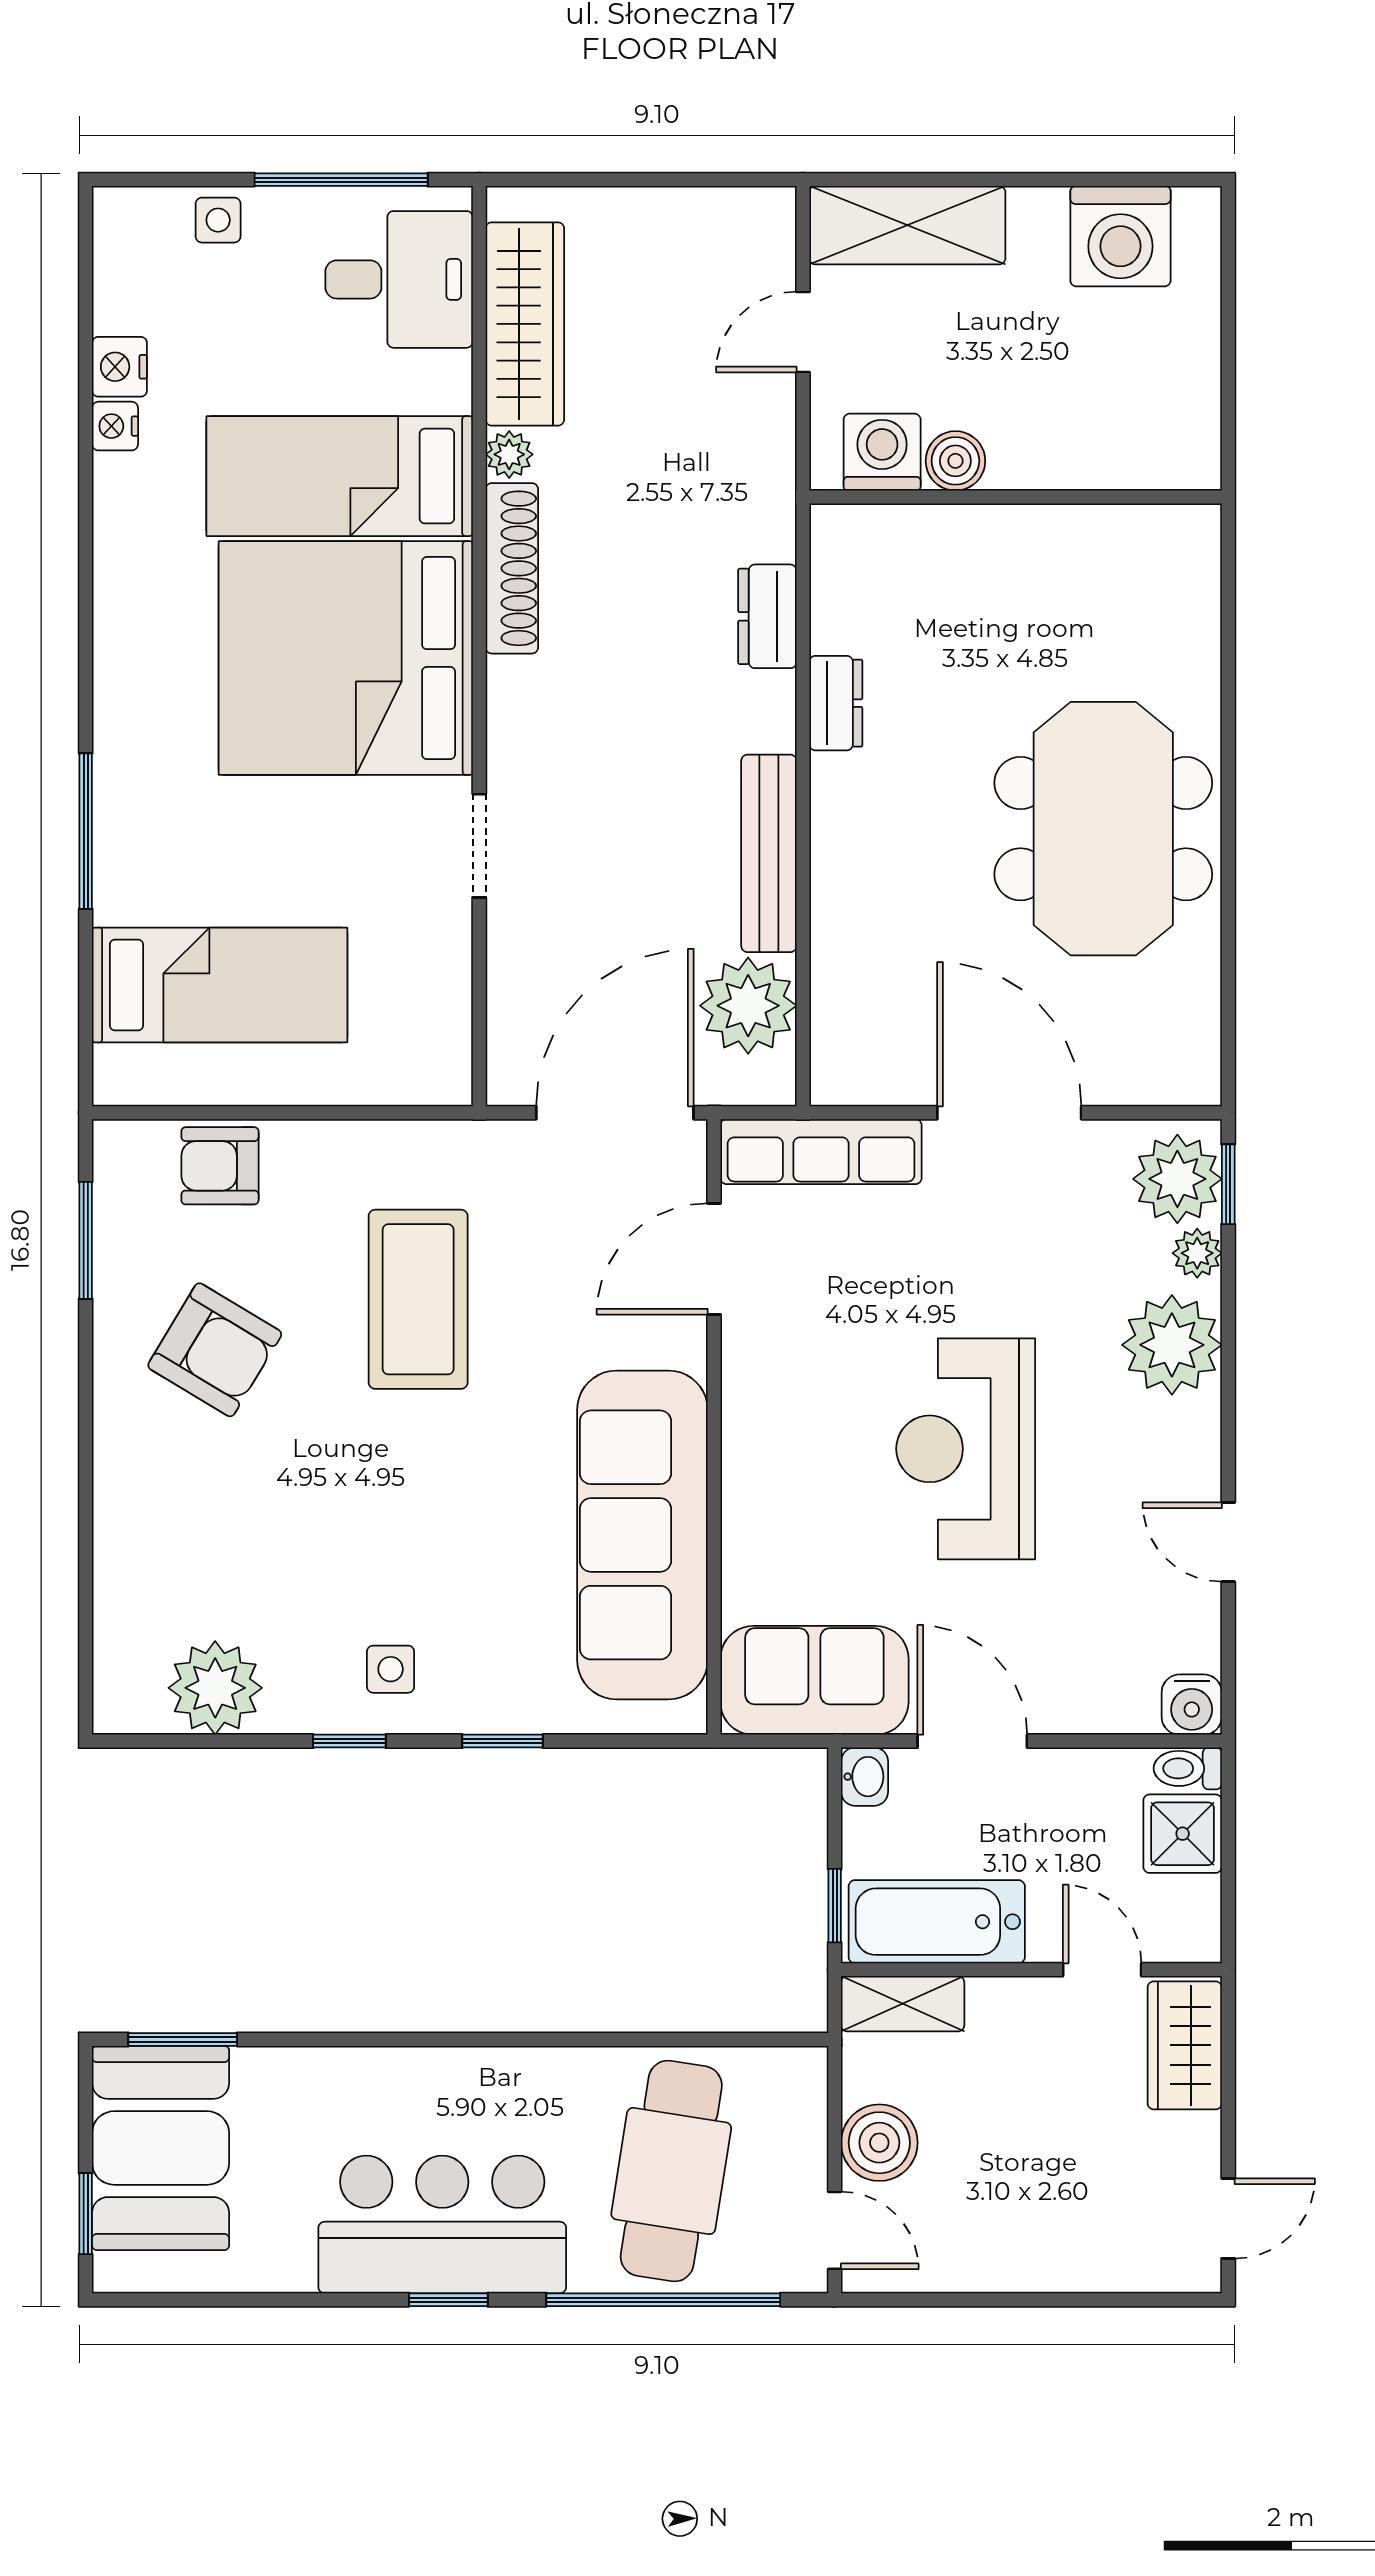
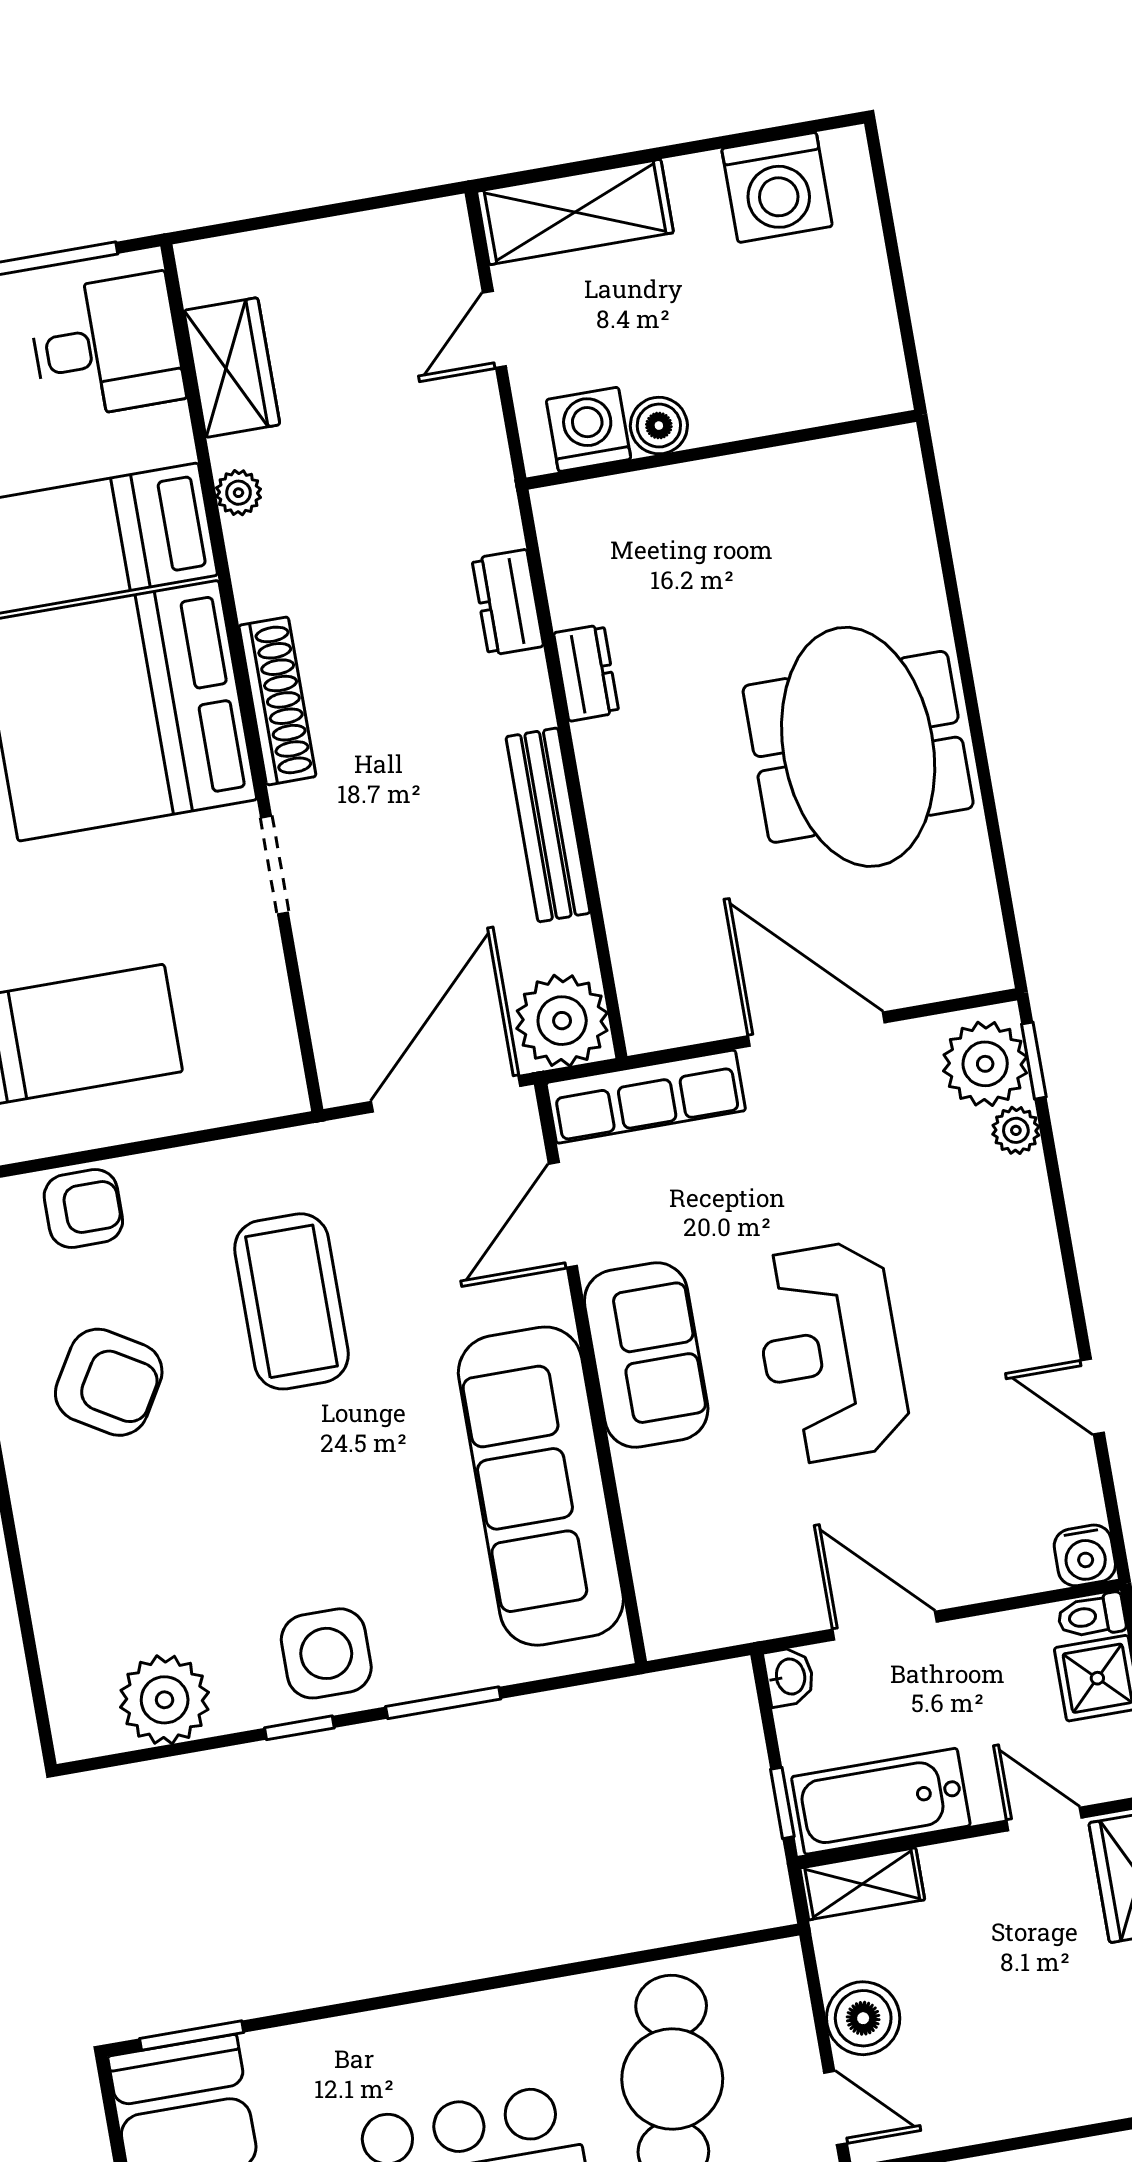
wardrobe: (525, 324) -> (232, 368), width x0.67
shoe rack: (512, 568) -> (277, 701), moved
plant: (748, 1006) -> (562, 1021), moved
armchair: (220, 1166) -> (83, 1209), turned 180
plant: (1172, 1345) -> (1007, 1221), removed
side table: (391, 1669) -> (326, 1653), width x1.87, depth x1.87
sofa: (814, 1680) -> (646, 1355), moved, turned 90
window: (503, 1741) -> (443, 1703), width x1.50

